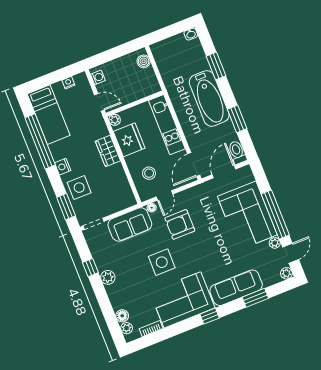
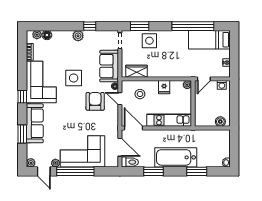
fridge: (129, 140) -> (164, 87), width x0.53, depth x0.75
wardrobe: (108, 151) -> (136, 71), moved
nightstand: (63, 167) -> (169, 35), removed

